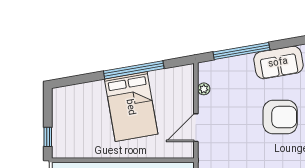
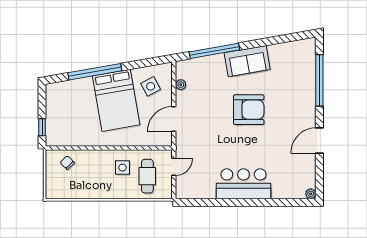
window: (134, 70) -> (95, 72), moved
side table: (170, 91) -> (151, 86), added

